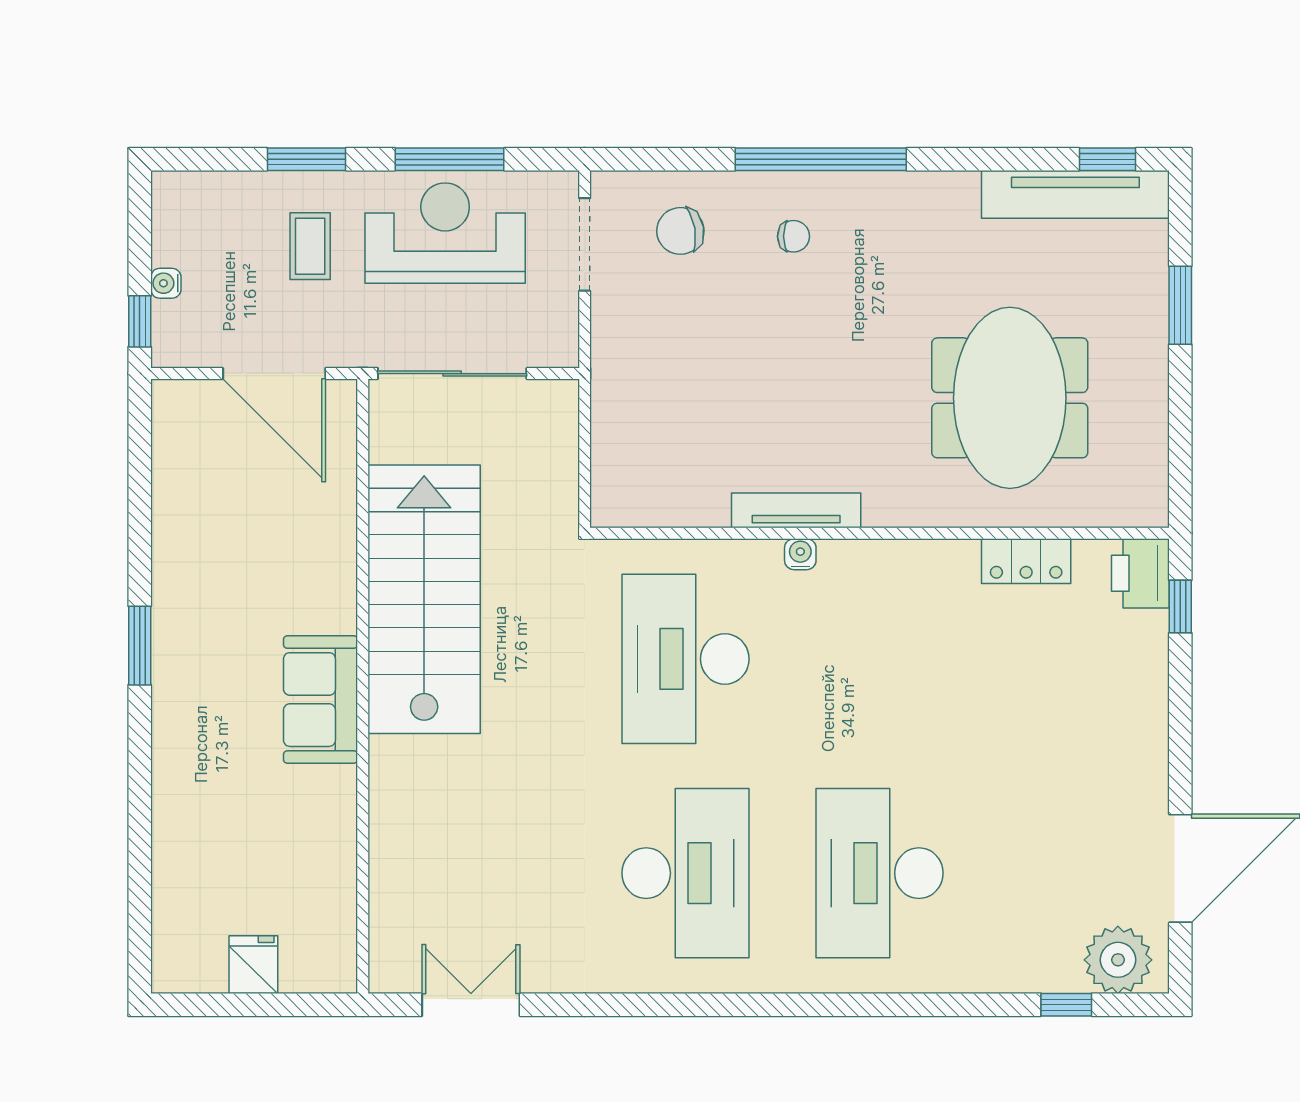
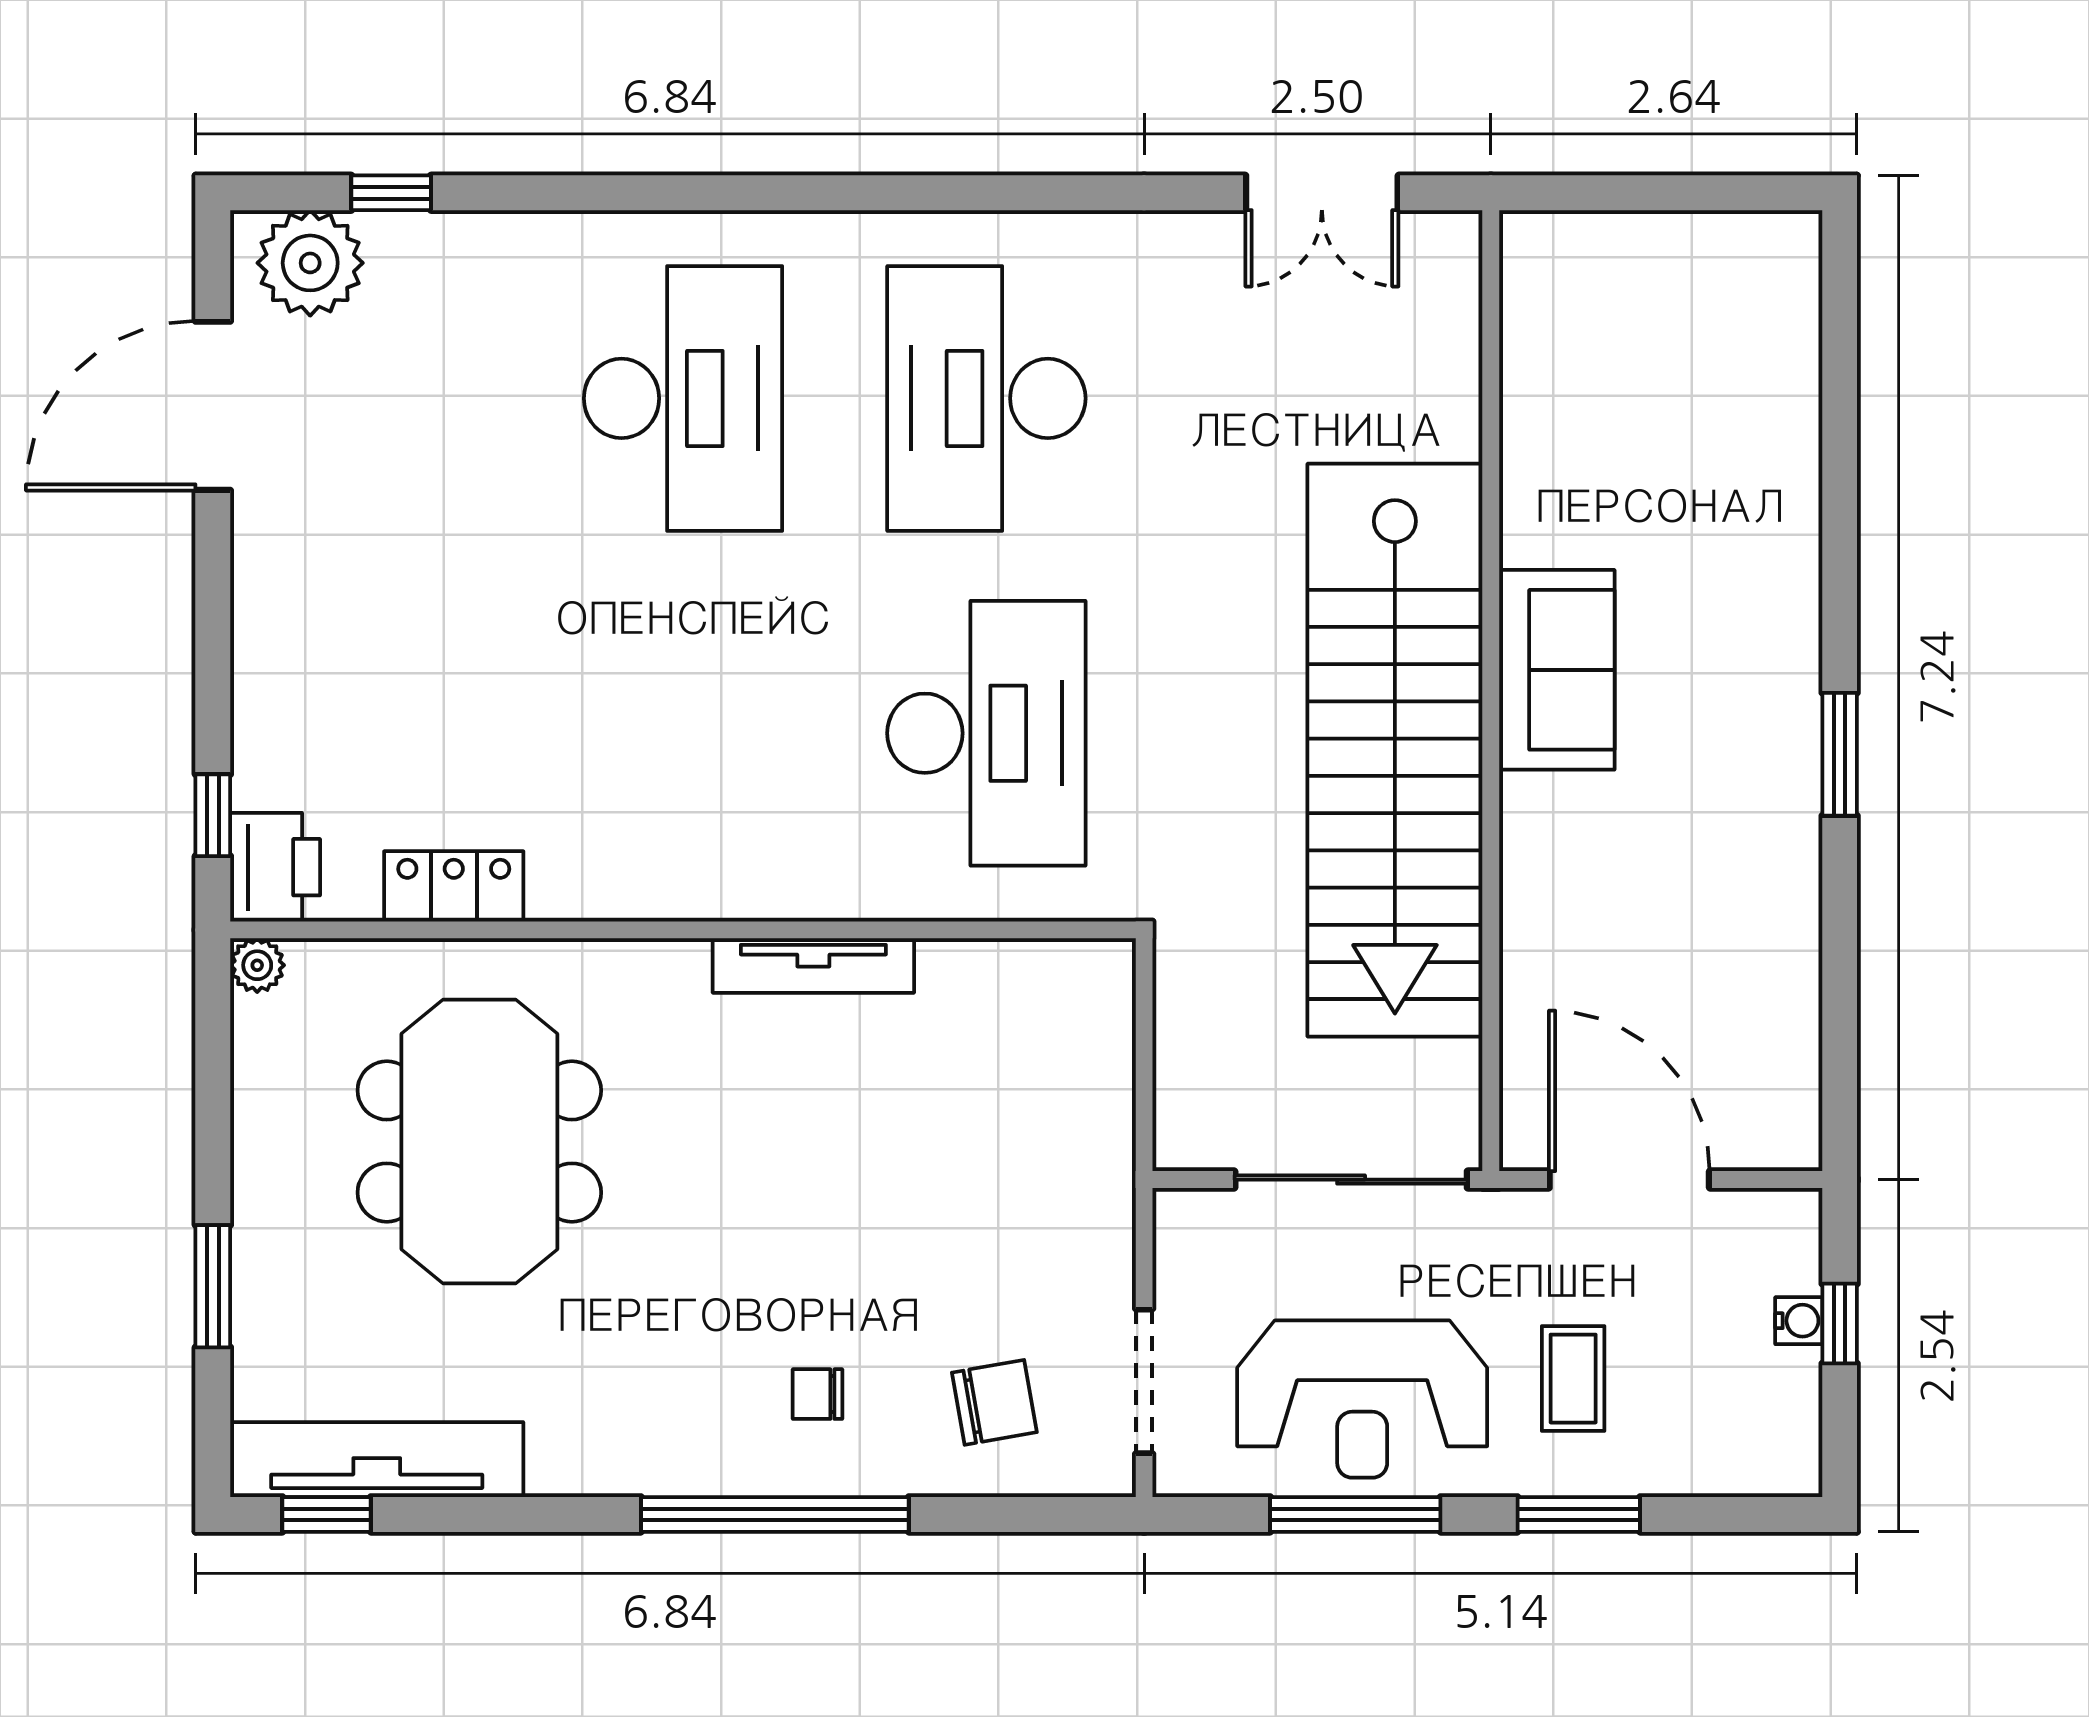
window: (140, 321) -> (1840, 1324), moved
plant: (1152, 511) -> (257, 965), added
water cooler: (800, 554) -> (807, 897), removed
stairs: (424, 599) -> (1395, 750), width x1.36
fridge: (253, 965) -> (1662, 255), removed

